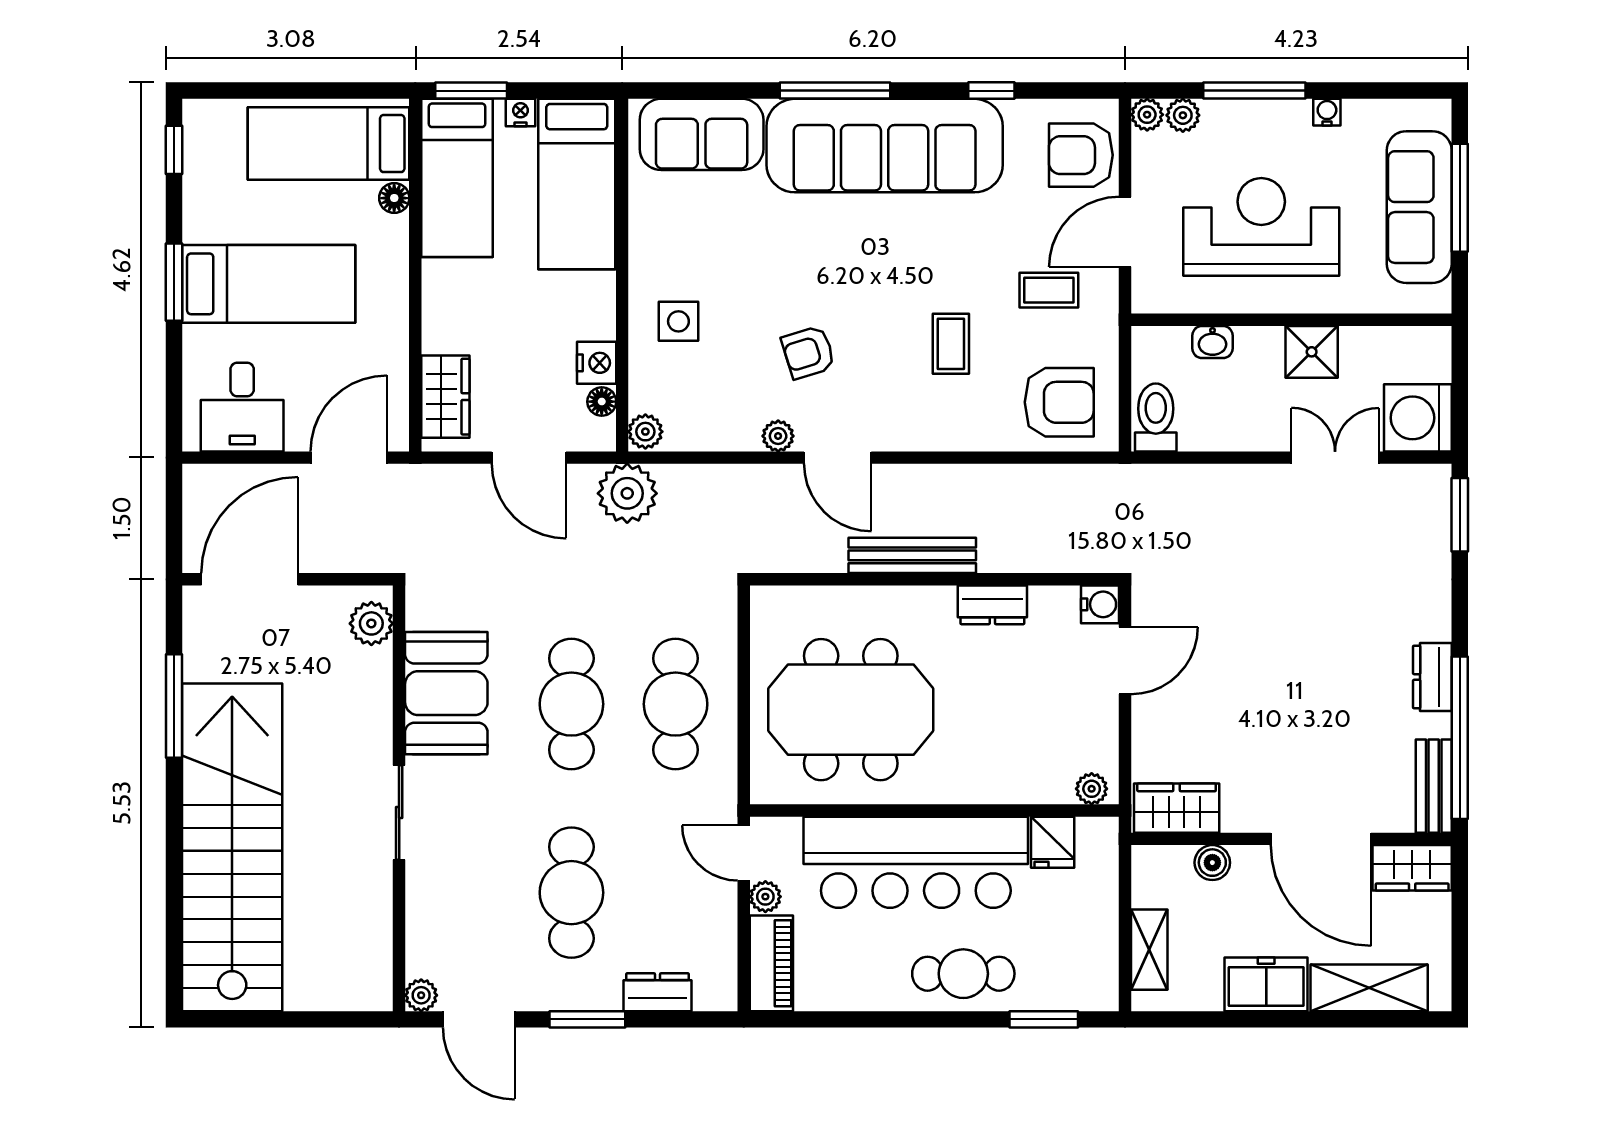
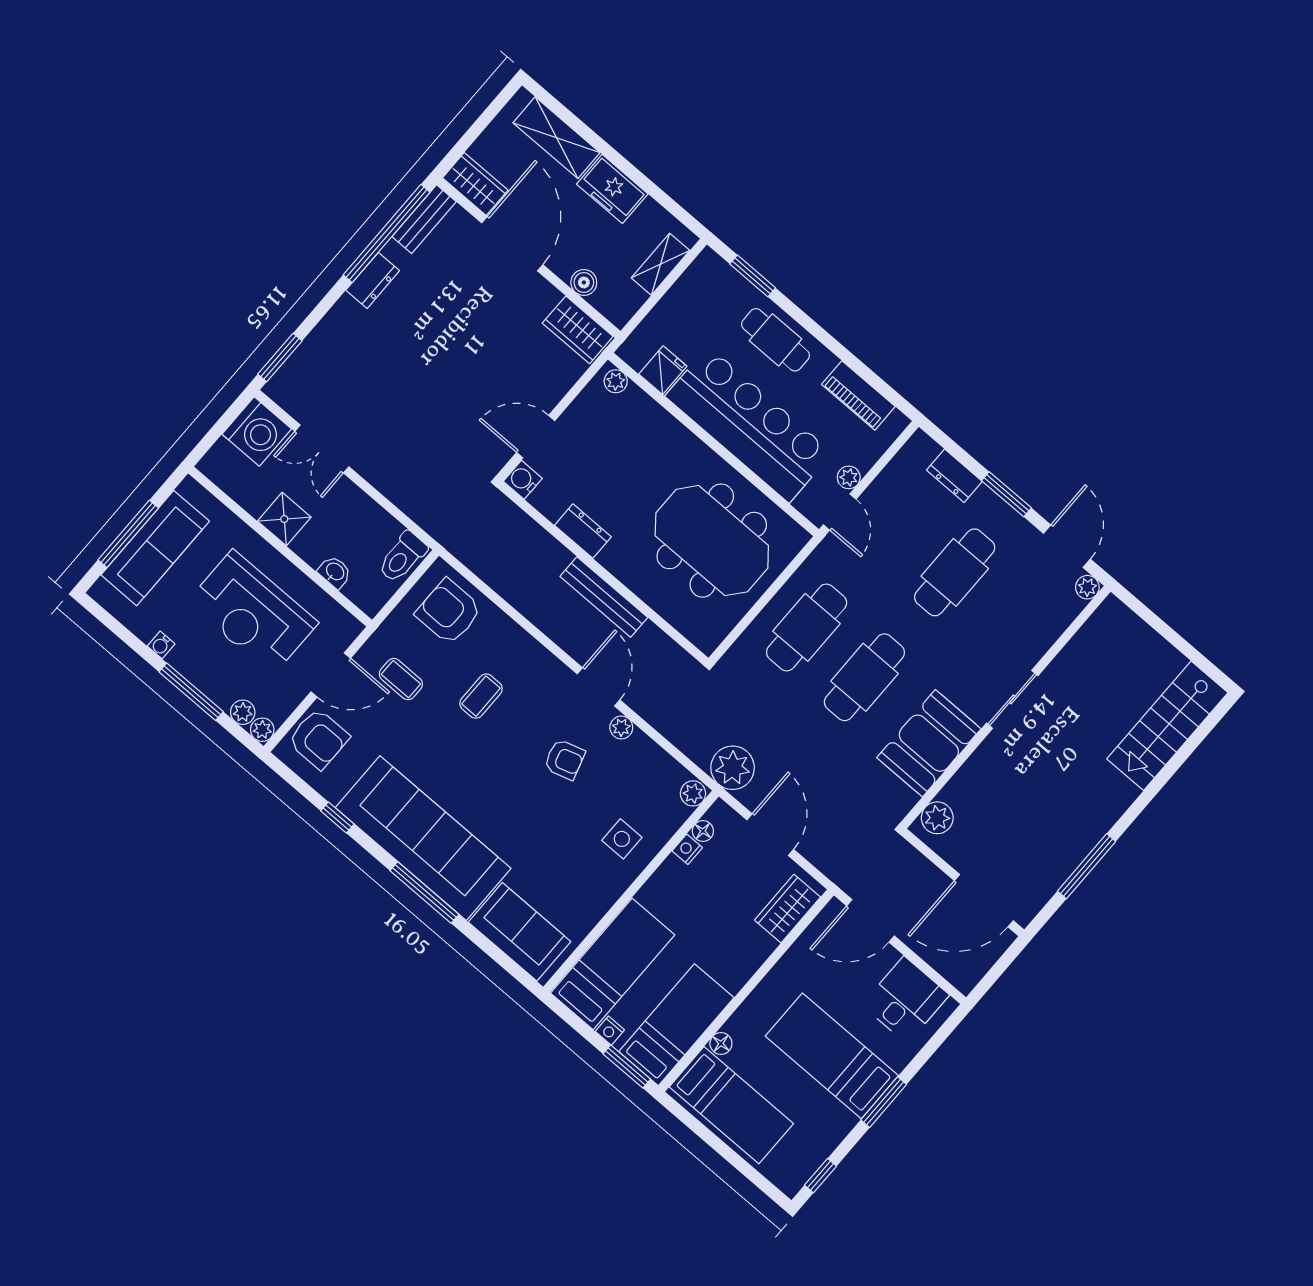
nightstand: (597, 363) -> (687, 849), width x0.72, depth x0.74
stairs: (232, 847) -> (1167, 726), width x0.54, depth x0.66
piano: (771, 963) -> (858, 395), moved, turned -90

